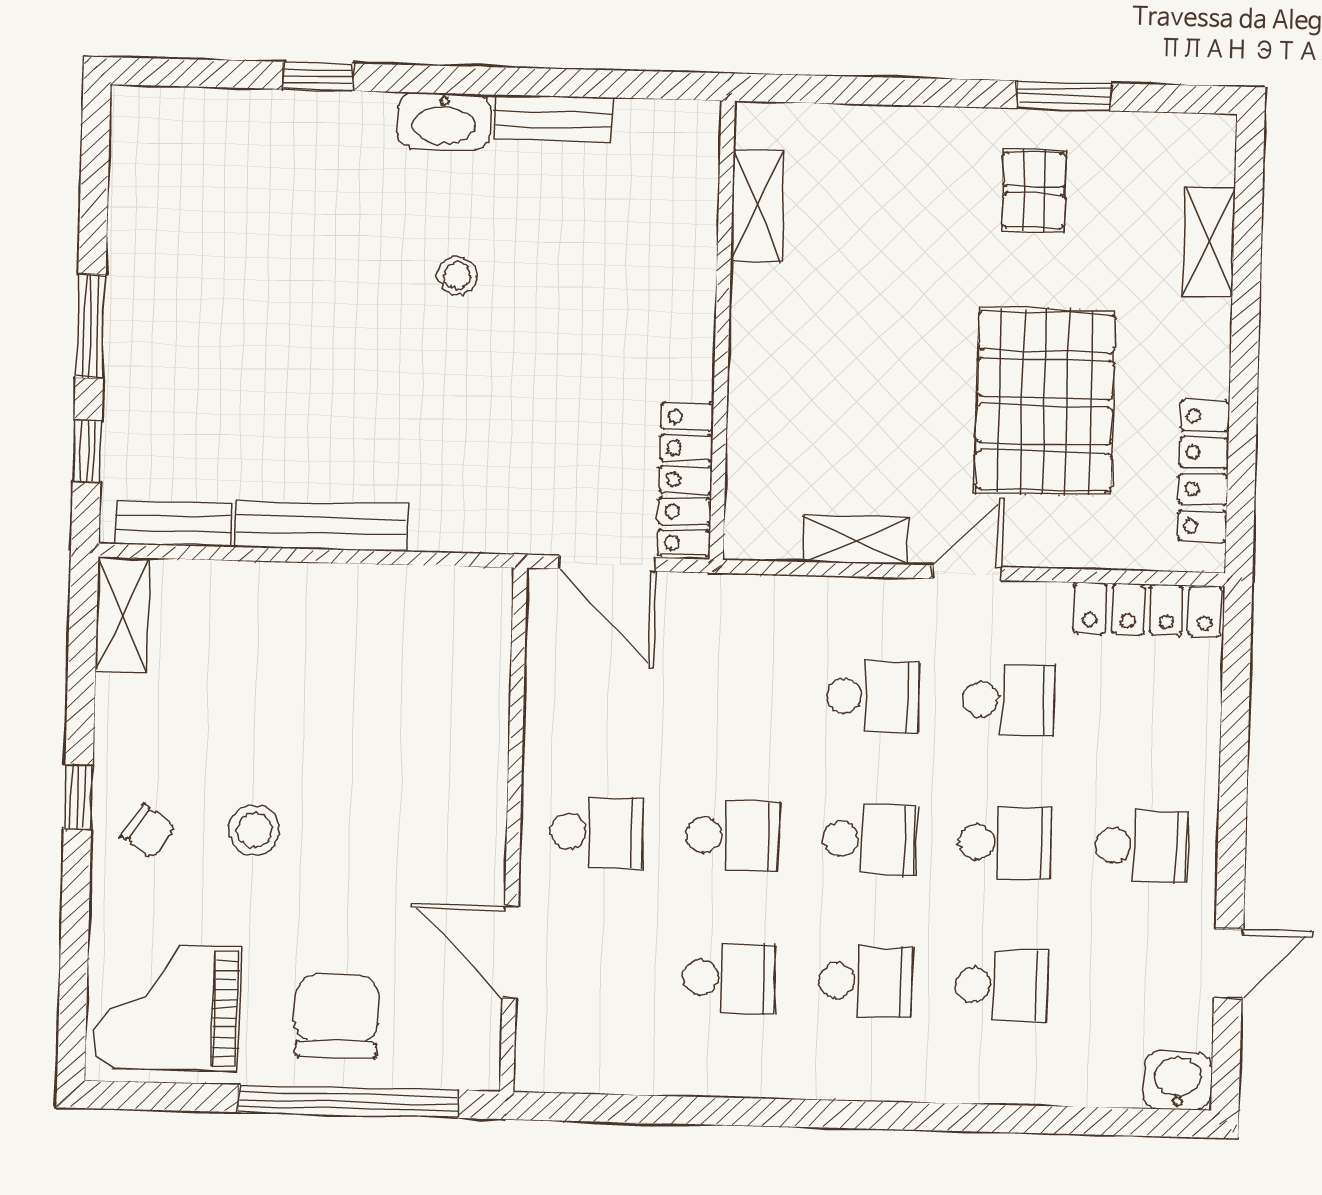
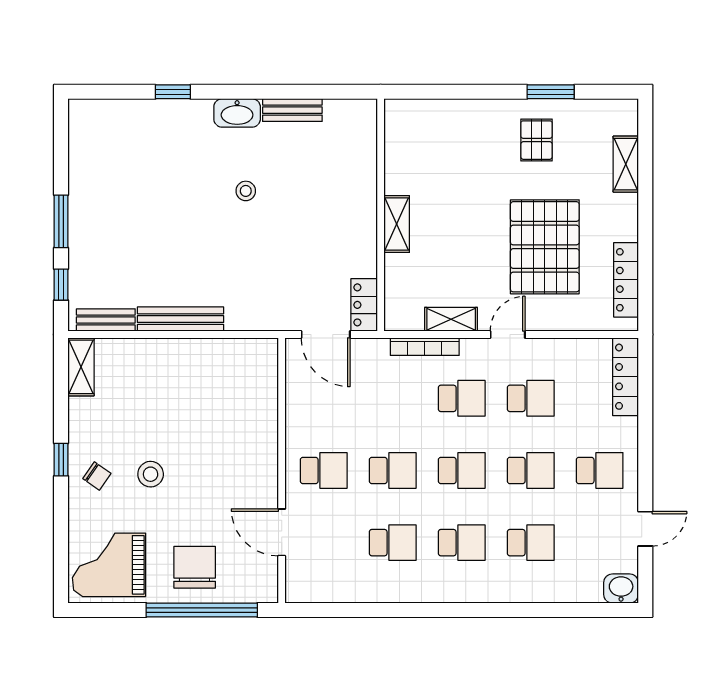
shelving: (757, 206) -> (397, 224), moved
locker: (685, 480) -> (364, 305), width x0.66
bookcase: (802, 592) -> (425, 347), added
locker: (1147, 610) -> (625, 377), moved, turned 90

